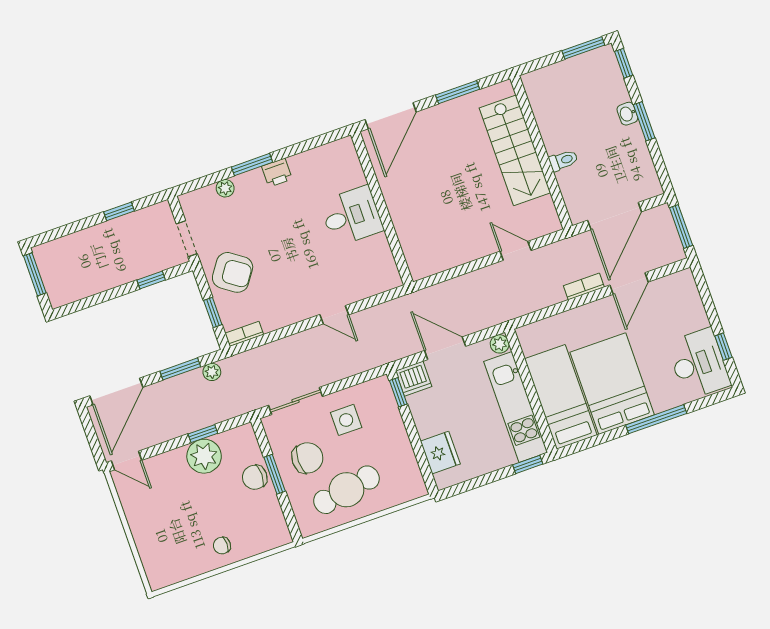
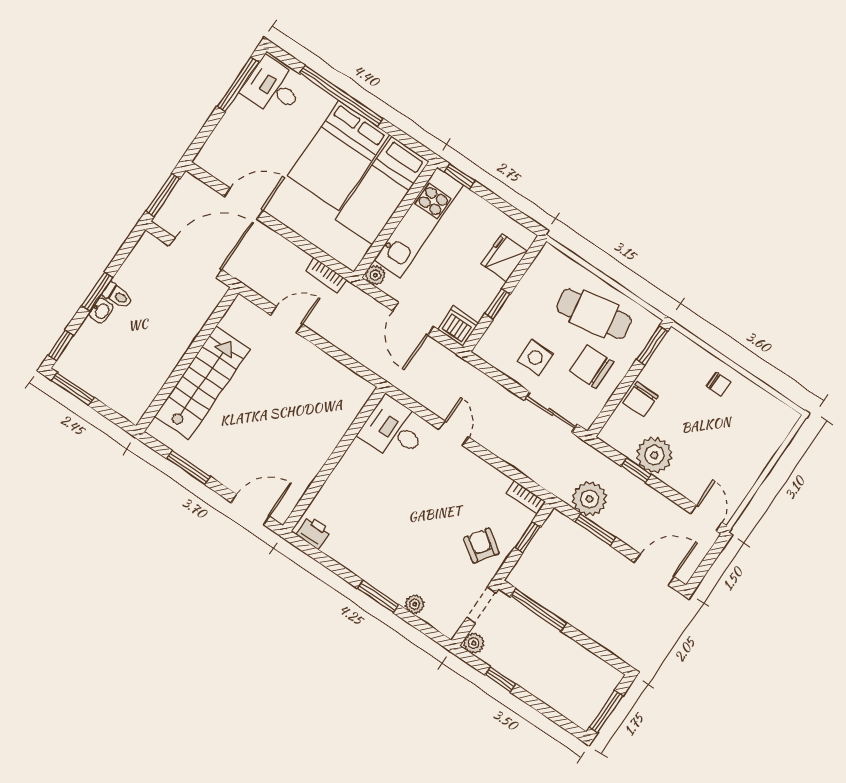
door: (391, 116) -> (250, 510), width x0.73
toilet: (563, 160) -> (118, 295), moved, turned 180
printer: (277, 173) -> (314, 533), moved
plant: (162, 211) -> (474, 643), added
desk: (351, 216) -> (394, 430), moved
door: (516, 251) -> (287, 320), swing flipped
armchair: (233, 272) -> (481, 546), width x0.72, depth x0.72
window: (151, 280) -> (538, 610), width x2.17
bookcase: (584, 286) -> (326, 275), moved
window: (723, 347) -> (238, 84), width x2.17
desk: (699, 364) -> (273, 87), width x0.73
plant: (212, 372) -> (590, 499), width x1.87, depth x1.87
door: (116, 391) -> (654, 570), width x0.73
window: (398, 392) -> (497, 304), moved
window: (656, 419) -> (341, 96), width x1.46
window: (275, 474) -> (652, 346), moved
chair: (255, 477) -> (641, 399), turned 90

